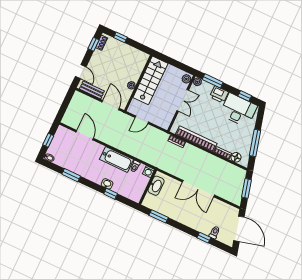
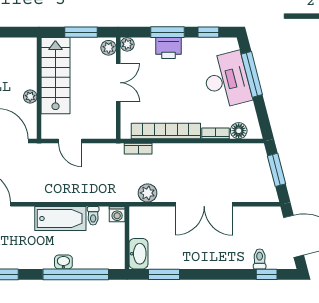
window: (175, 63) -> (81, 32), added
window: (213, 81) -> (168, 32), moved
desk: (238, 110) -> (227, 80), moved, turned 75
door: (142, 120) -> (70, 141), hinge flipped
window: (255, 143) -> (252, 74), moved
plant: (170, 168) -> (147, 193), added
washbasin: (156, 186) -> (138, 254), moved
window: (111, 194) -> (76, 274), width x3.17
window: (204, 238) -> (267, 274), moved

